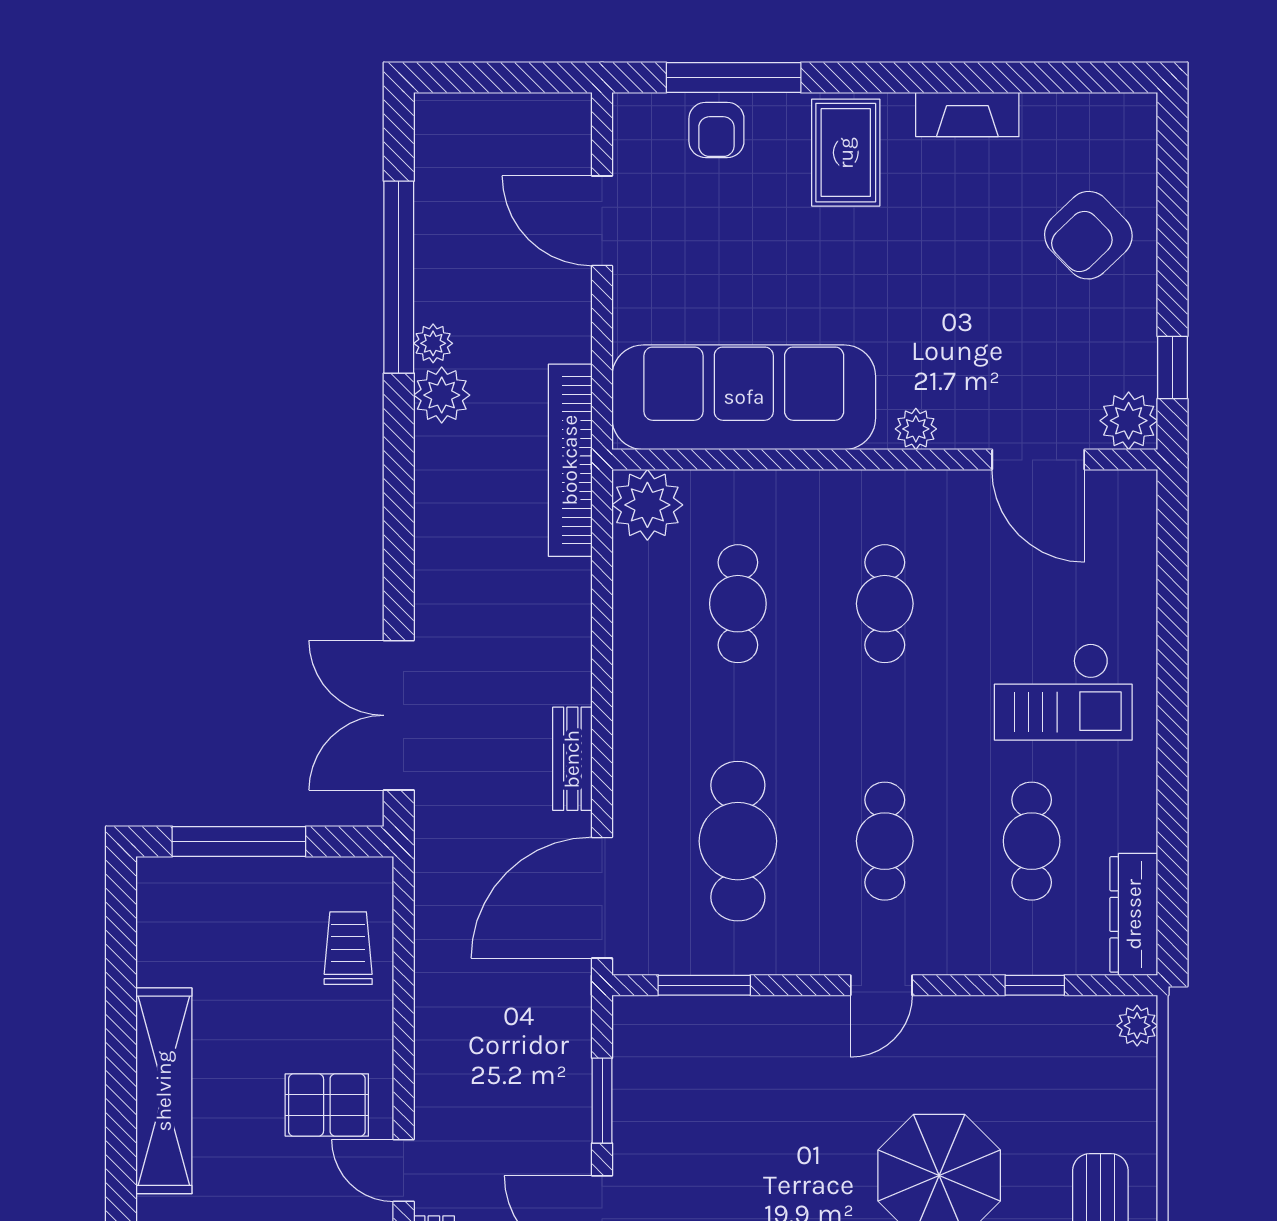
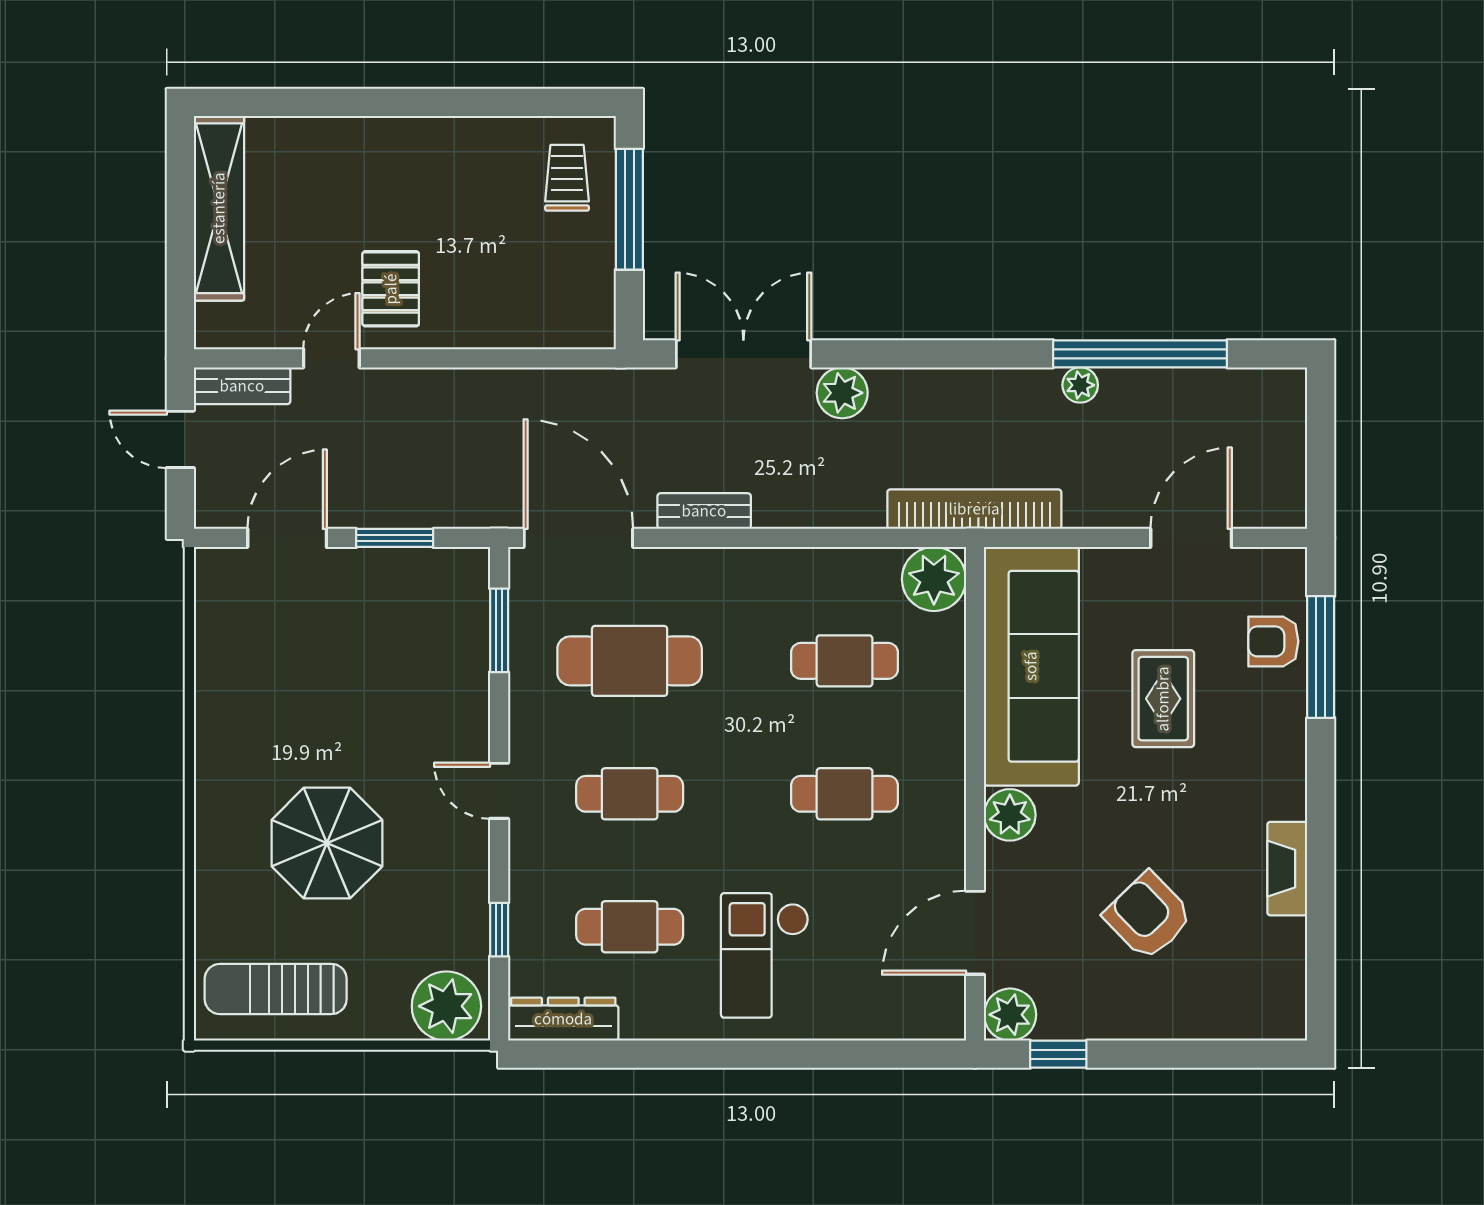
rug: (846, 153) -> (1163, 699), moved, turned 90
armchair: (1088, 235) -> (1148, 916), moved
plant: (442, 395) -> (842, 393), moved
plant: (916, 429) -> (1010, 815), width x1.38, depth x1.38
trolley: (348, 948) -> (567, 178), moved, turned -90
plant: (1137, 1026) -> (446, 1006), width x1.87, depth x1.87
shelving: (164, 1091) -> (404, 141), removed

